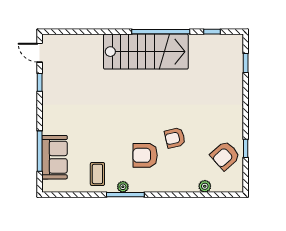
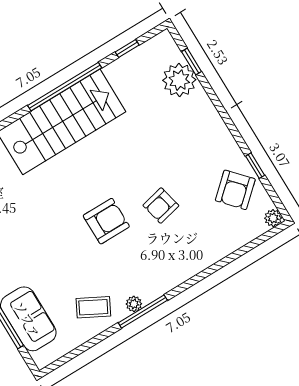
plant: (232, 70) -> (179, 80), added
armchair: (145, 155) -> (106, 221), moved, turned 180
coffee table: (97, 174) -> (93, 307), turned -62
plant: (205, 186) -> (273, 218), moved

